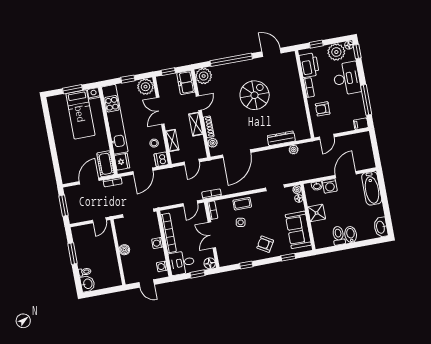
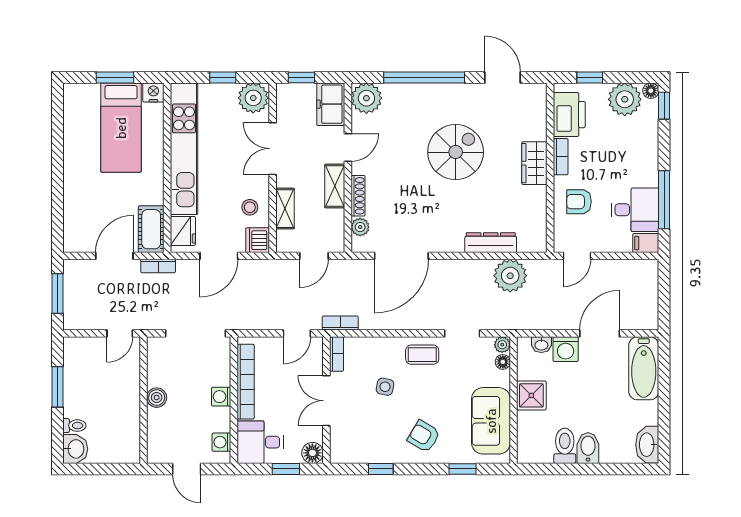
desk: (347, 78) -> (635, 210), moved, width x0.73
wardrobe: (296, 93) -> (534, 163), added
plant: (294, 150) -> (510, 276), width x1.87, depth x1.87
coffee table: (242, 204) -> (422, 355), moved

